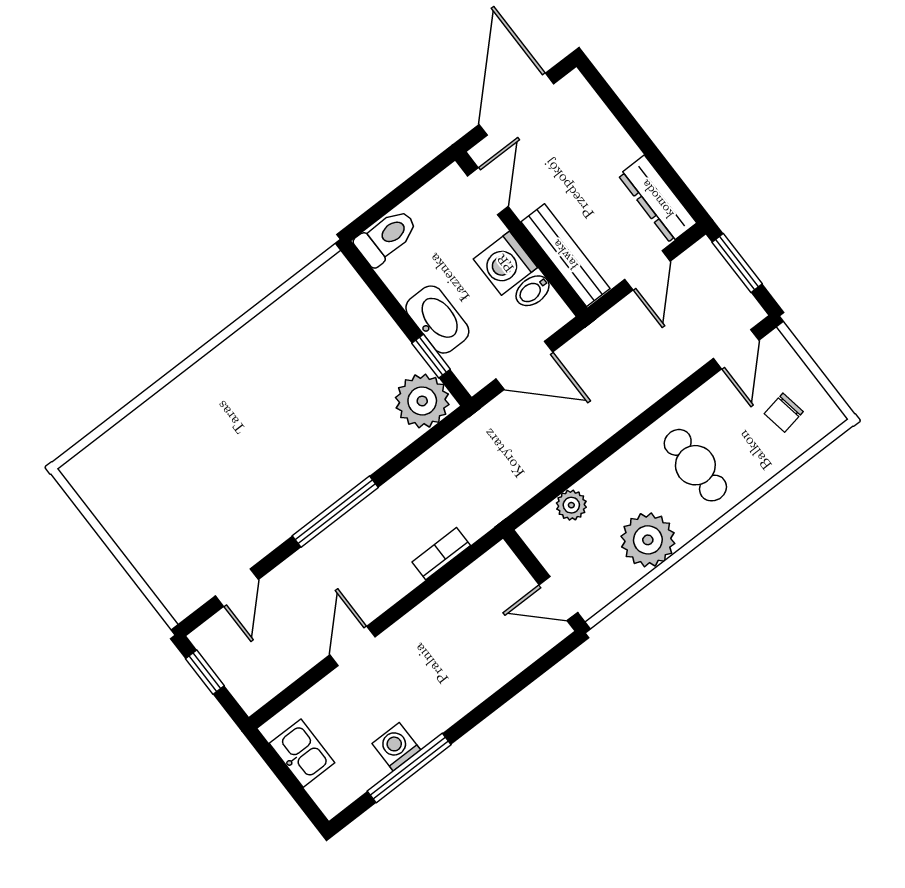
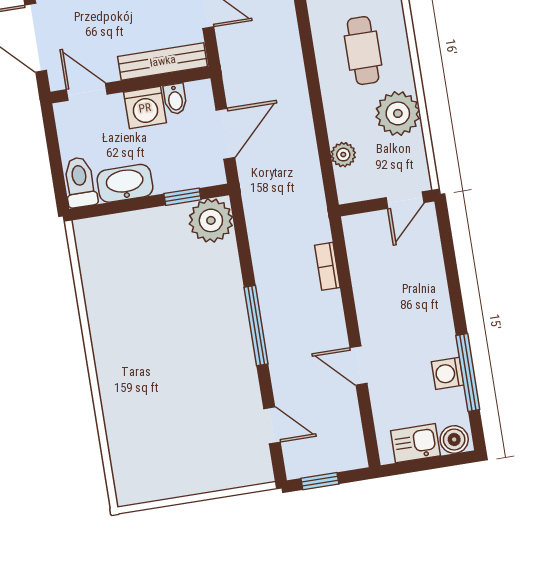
washbasin: (437, 320) -> (125, 183), moved
cafe table: (695, 465) -> (363, 51), turned 90
boiler: (329, 793) -> (454, 439), added

